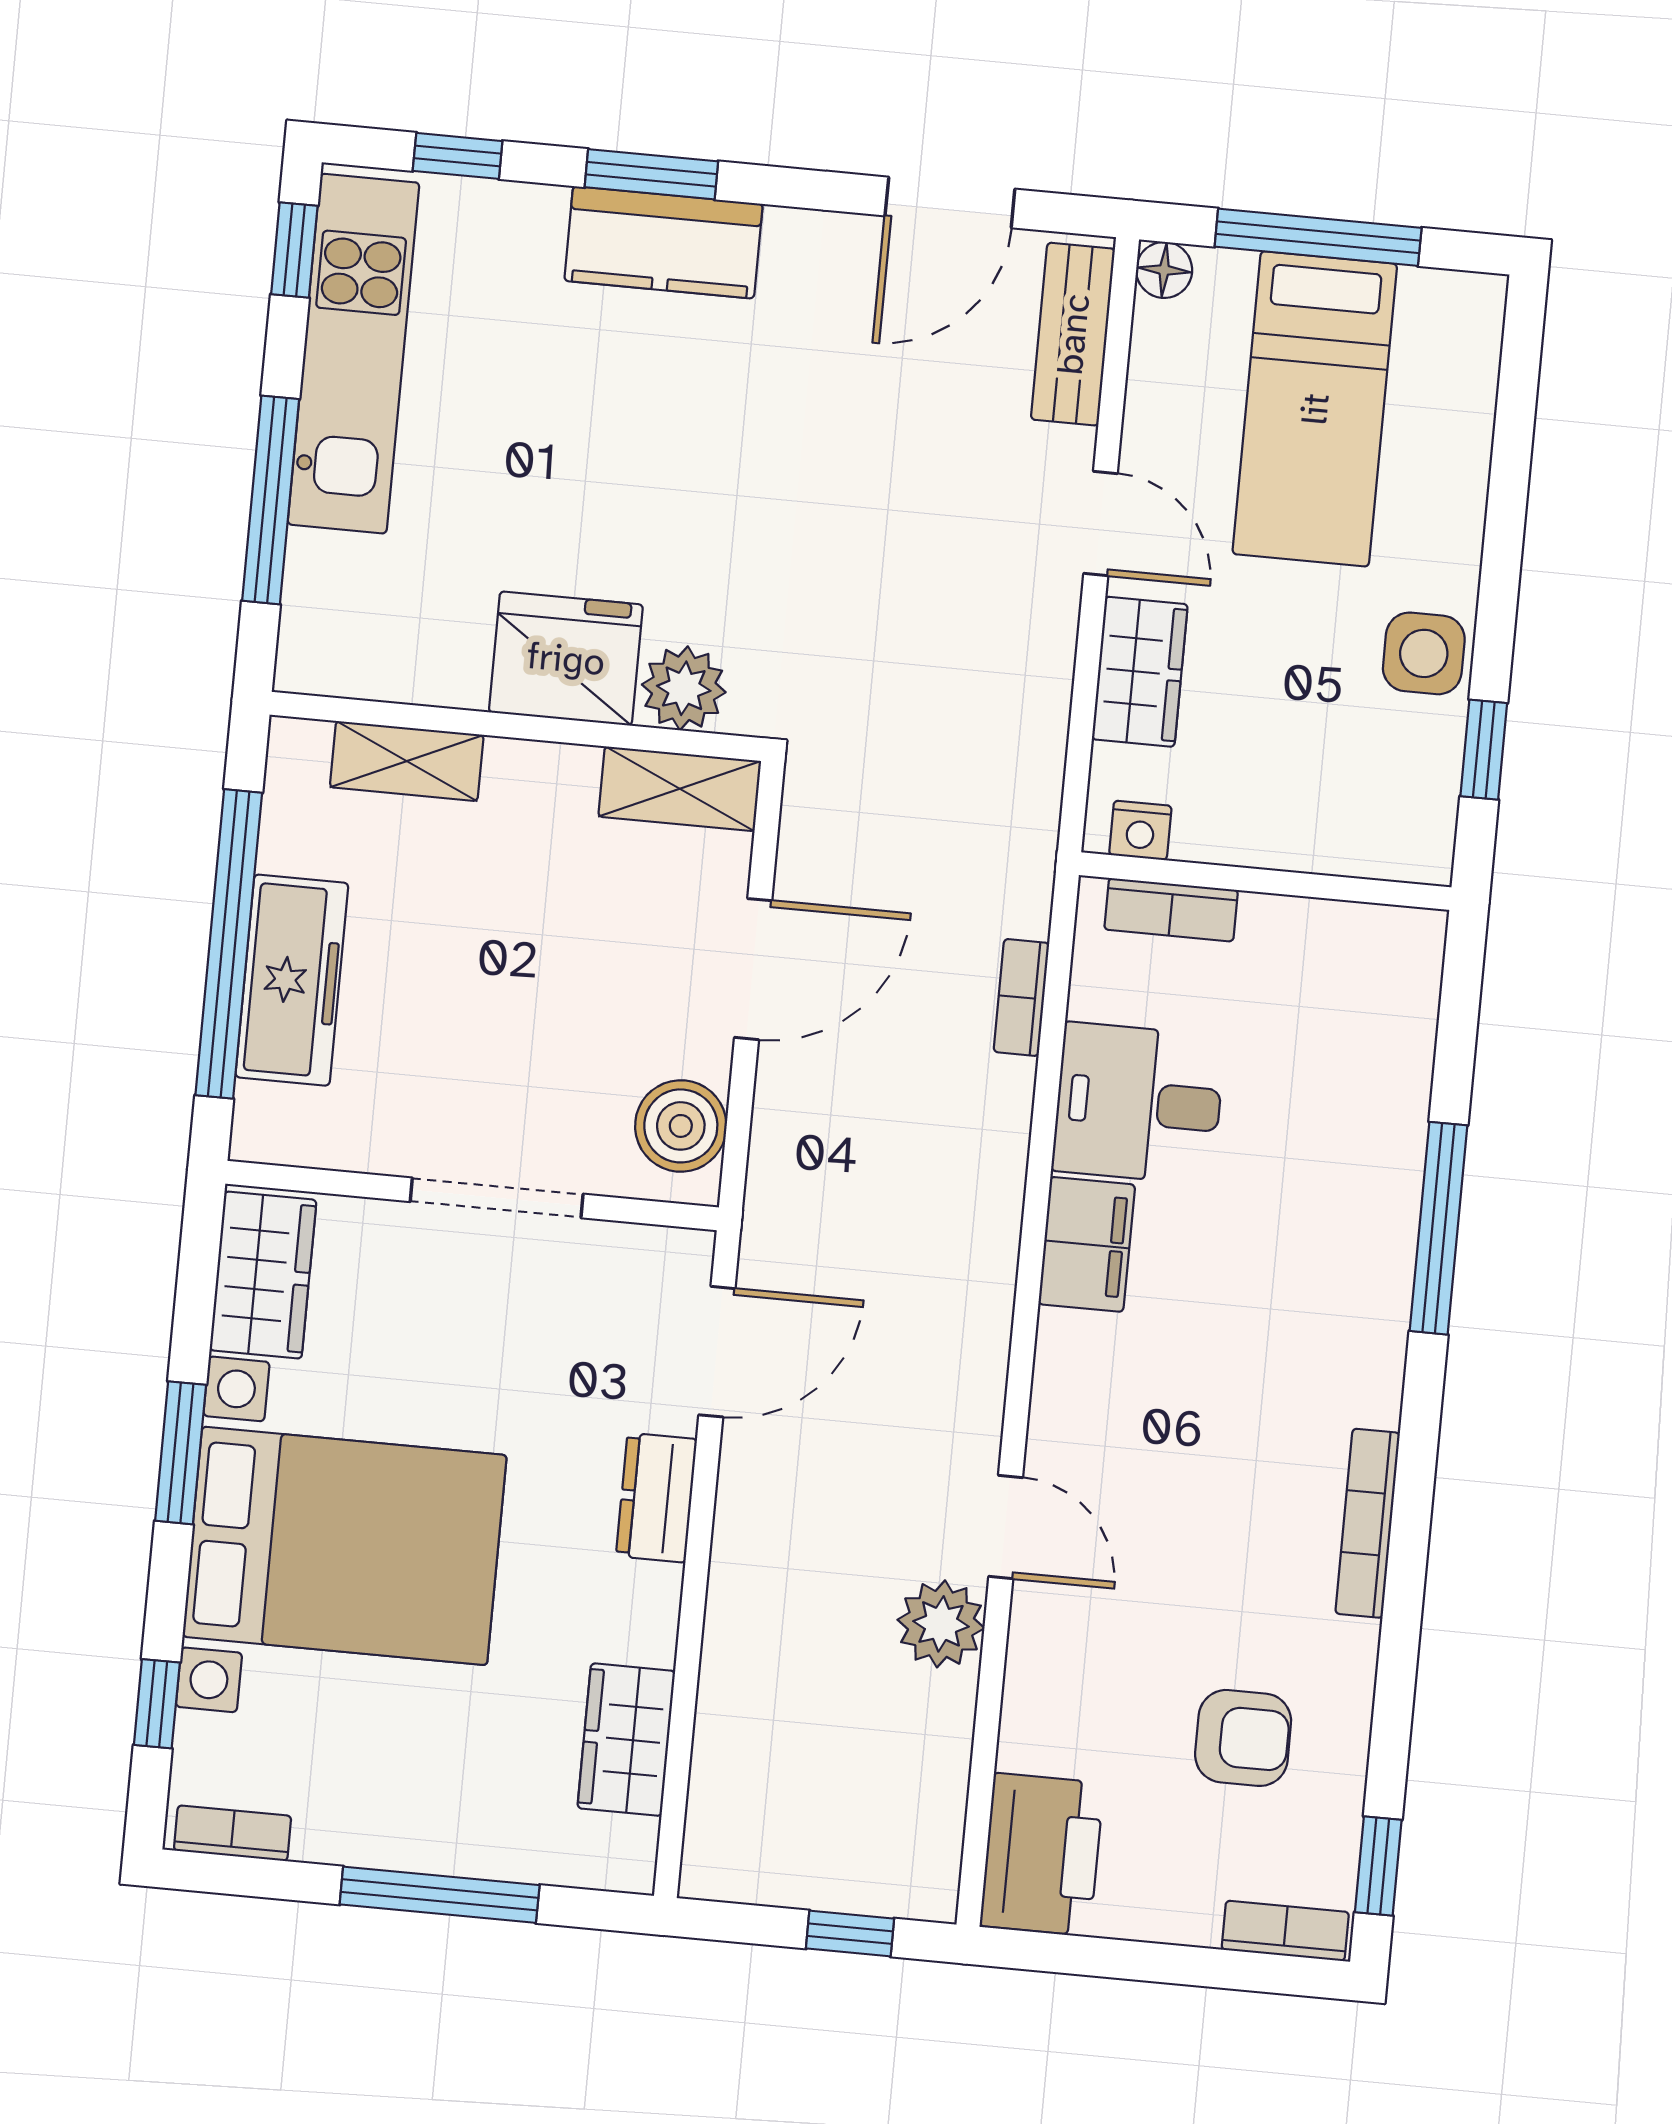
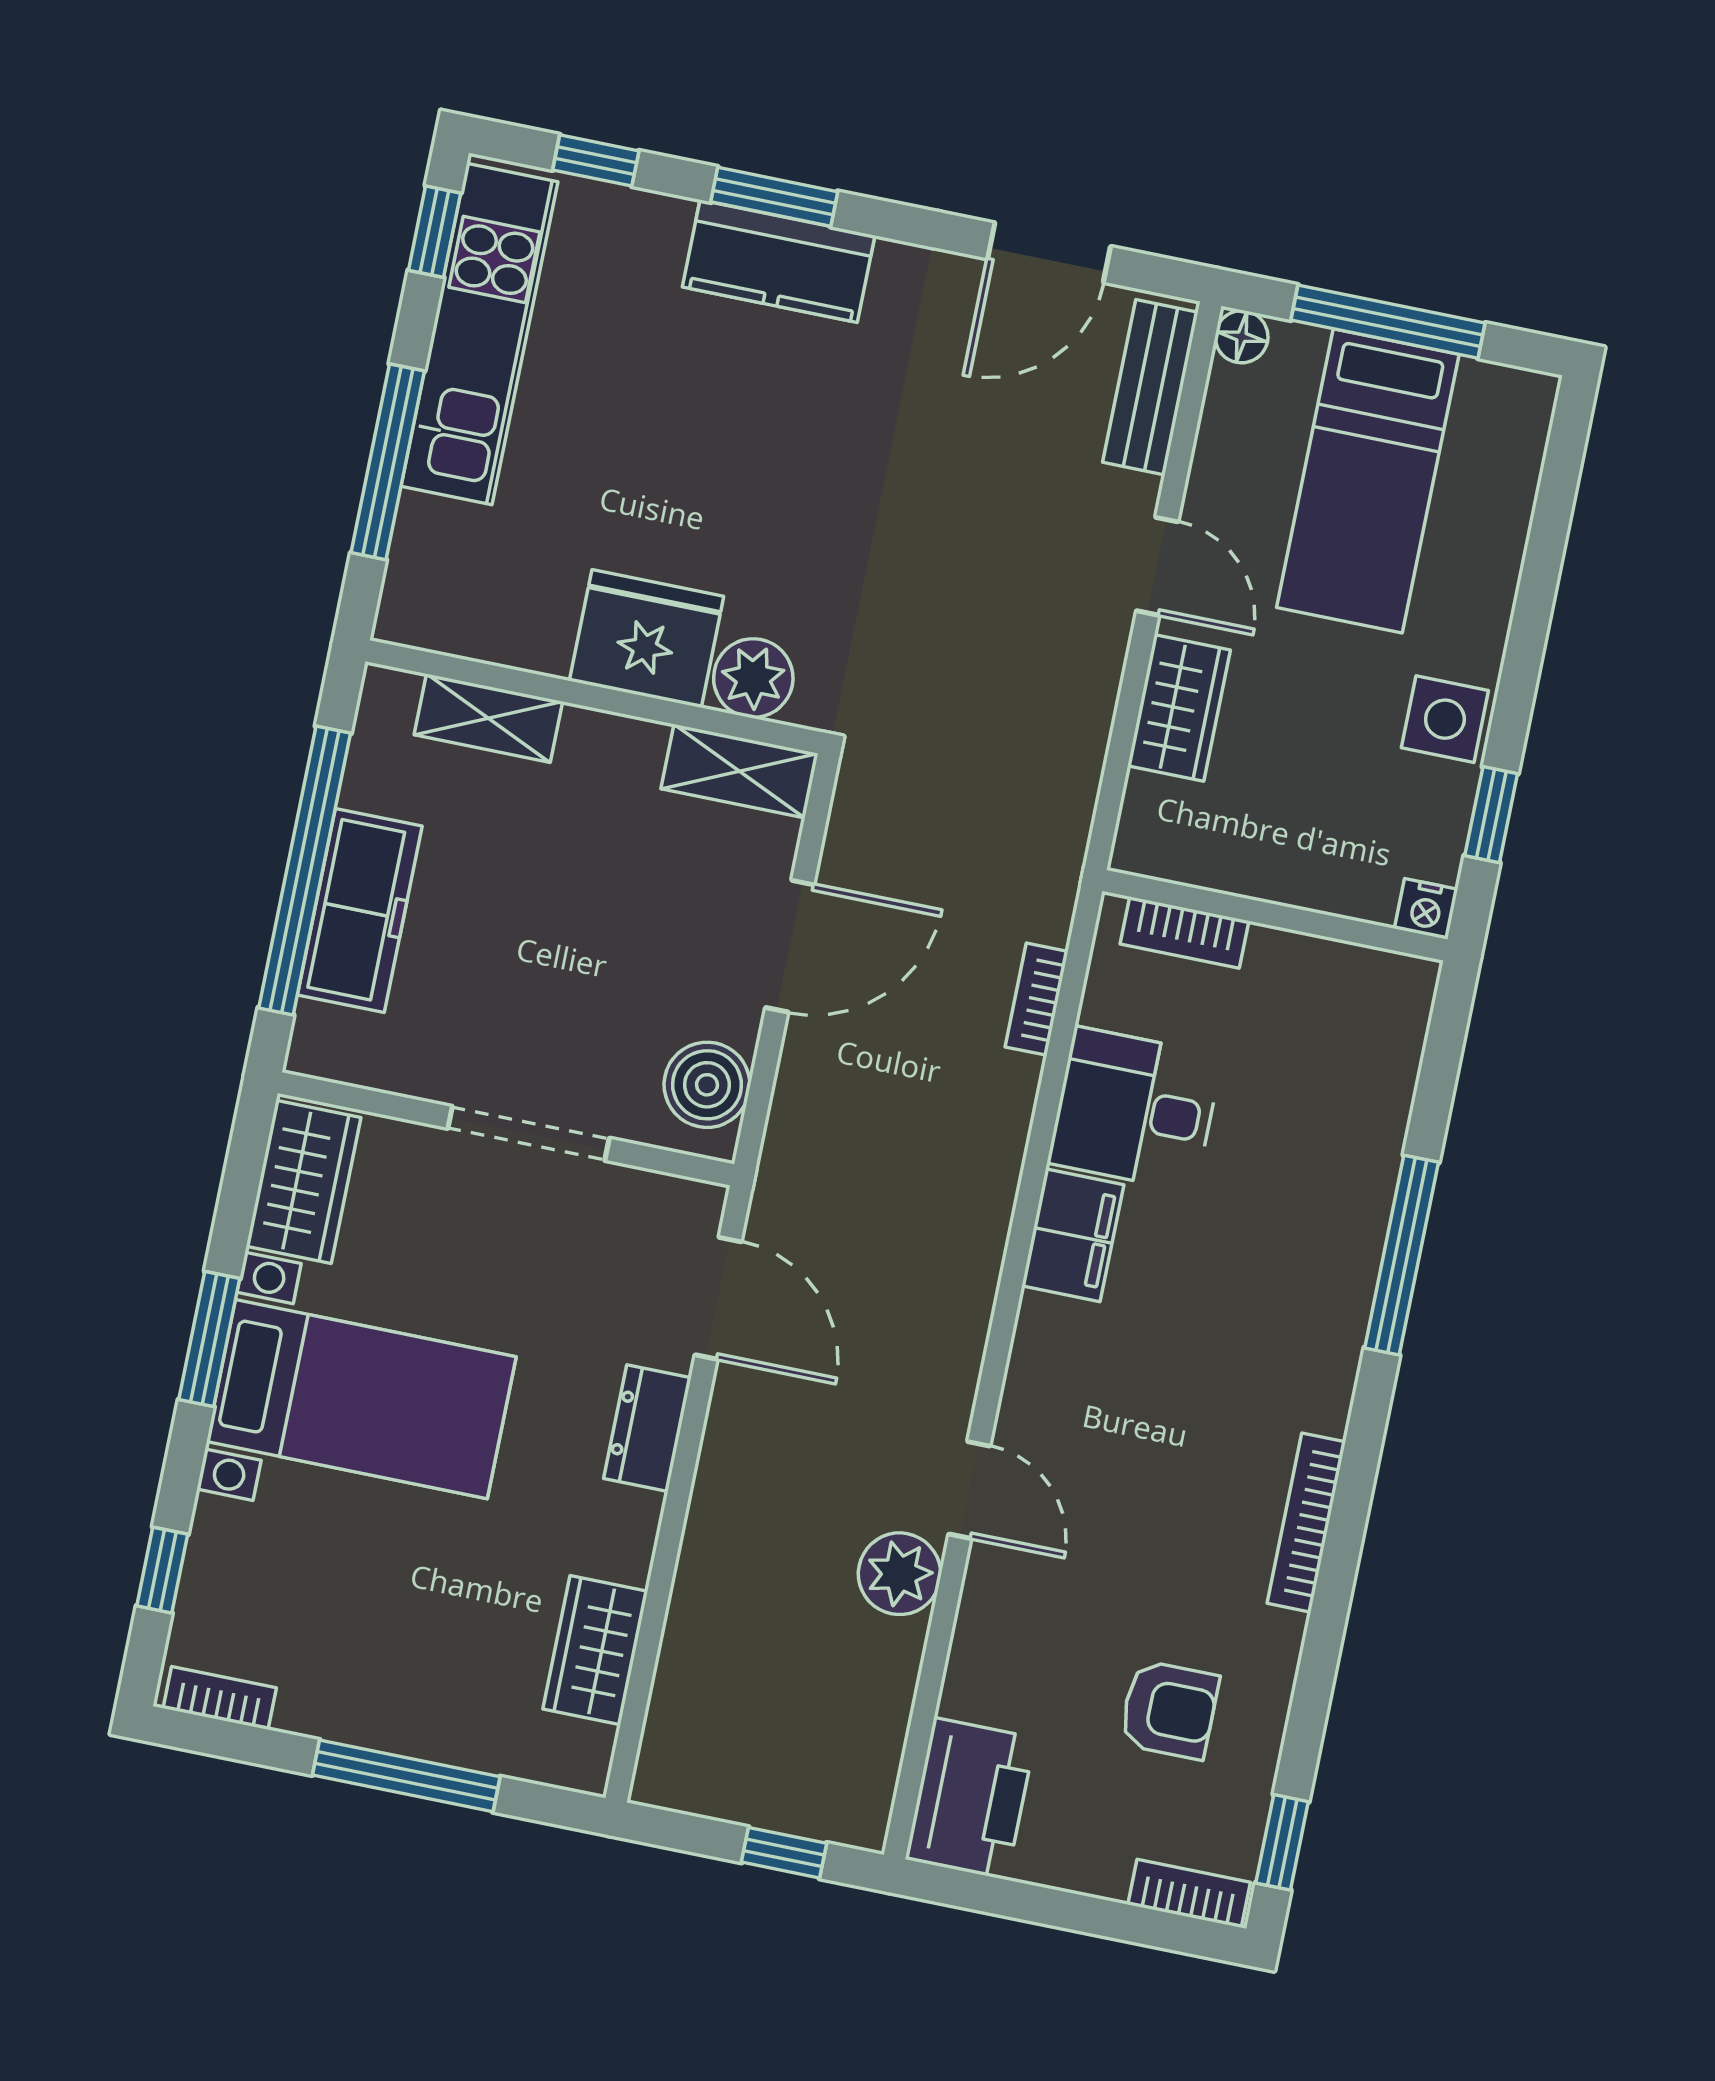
nightstand: (1140, 830) -> (1426, 909), moved
door: (717, 1352) -> (718, 1298), hinge flipped
bed with nightstands: (345, 1546) -> (361, 1399), width x0.73

